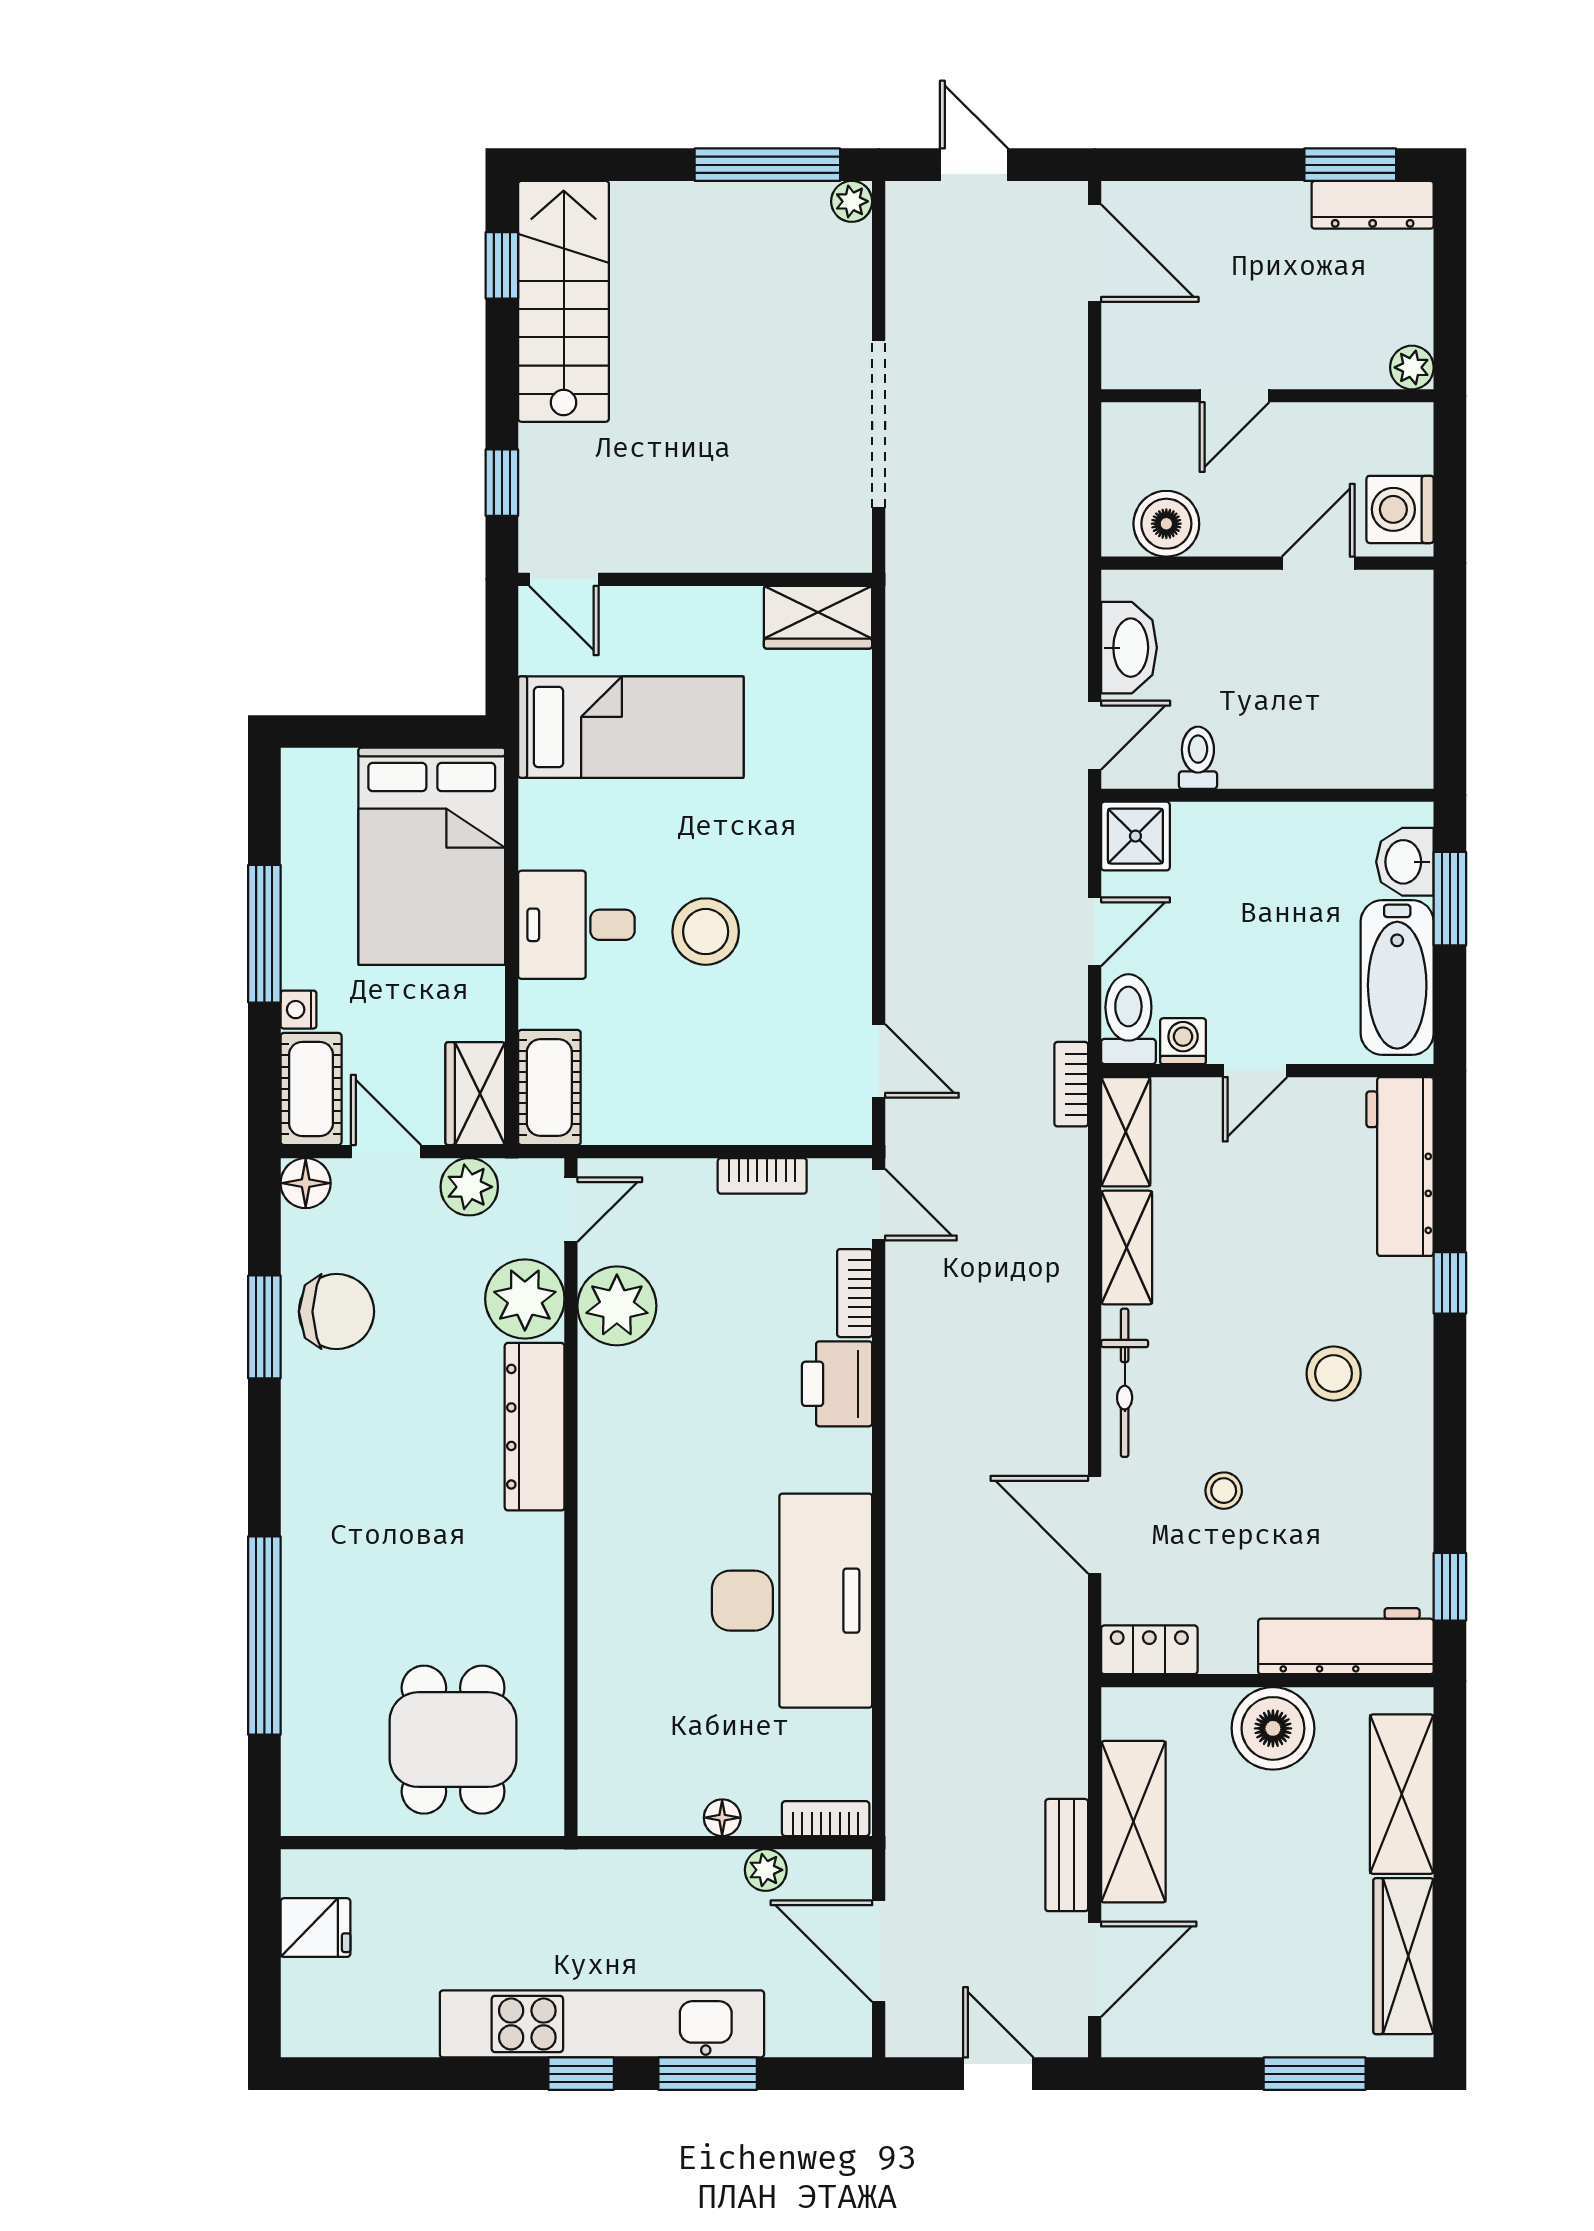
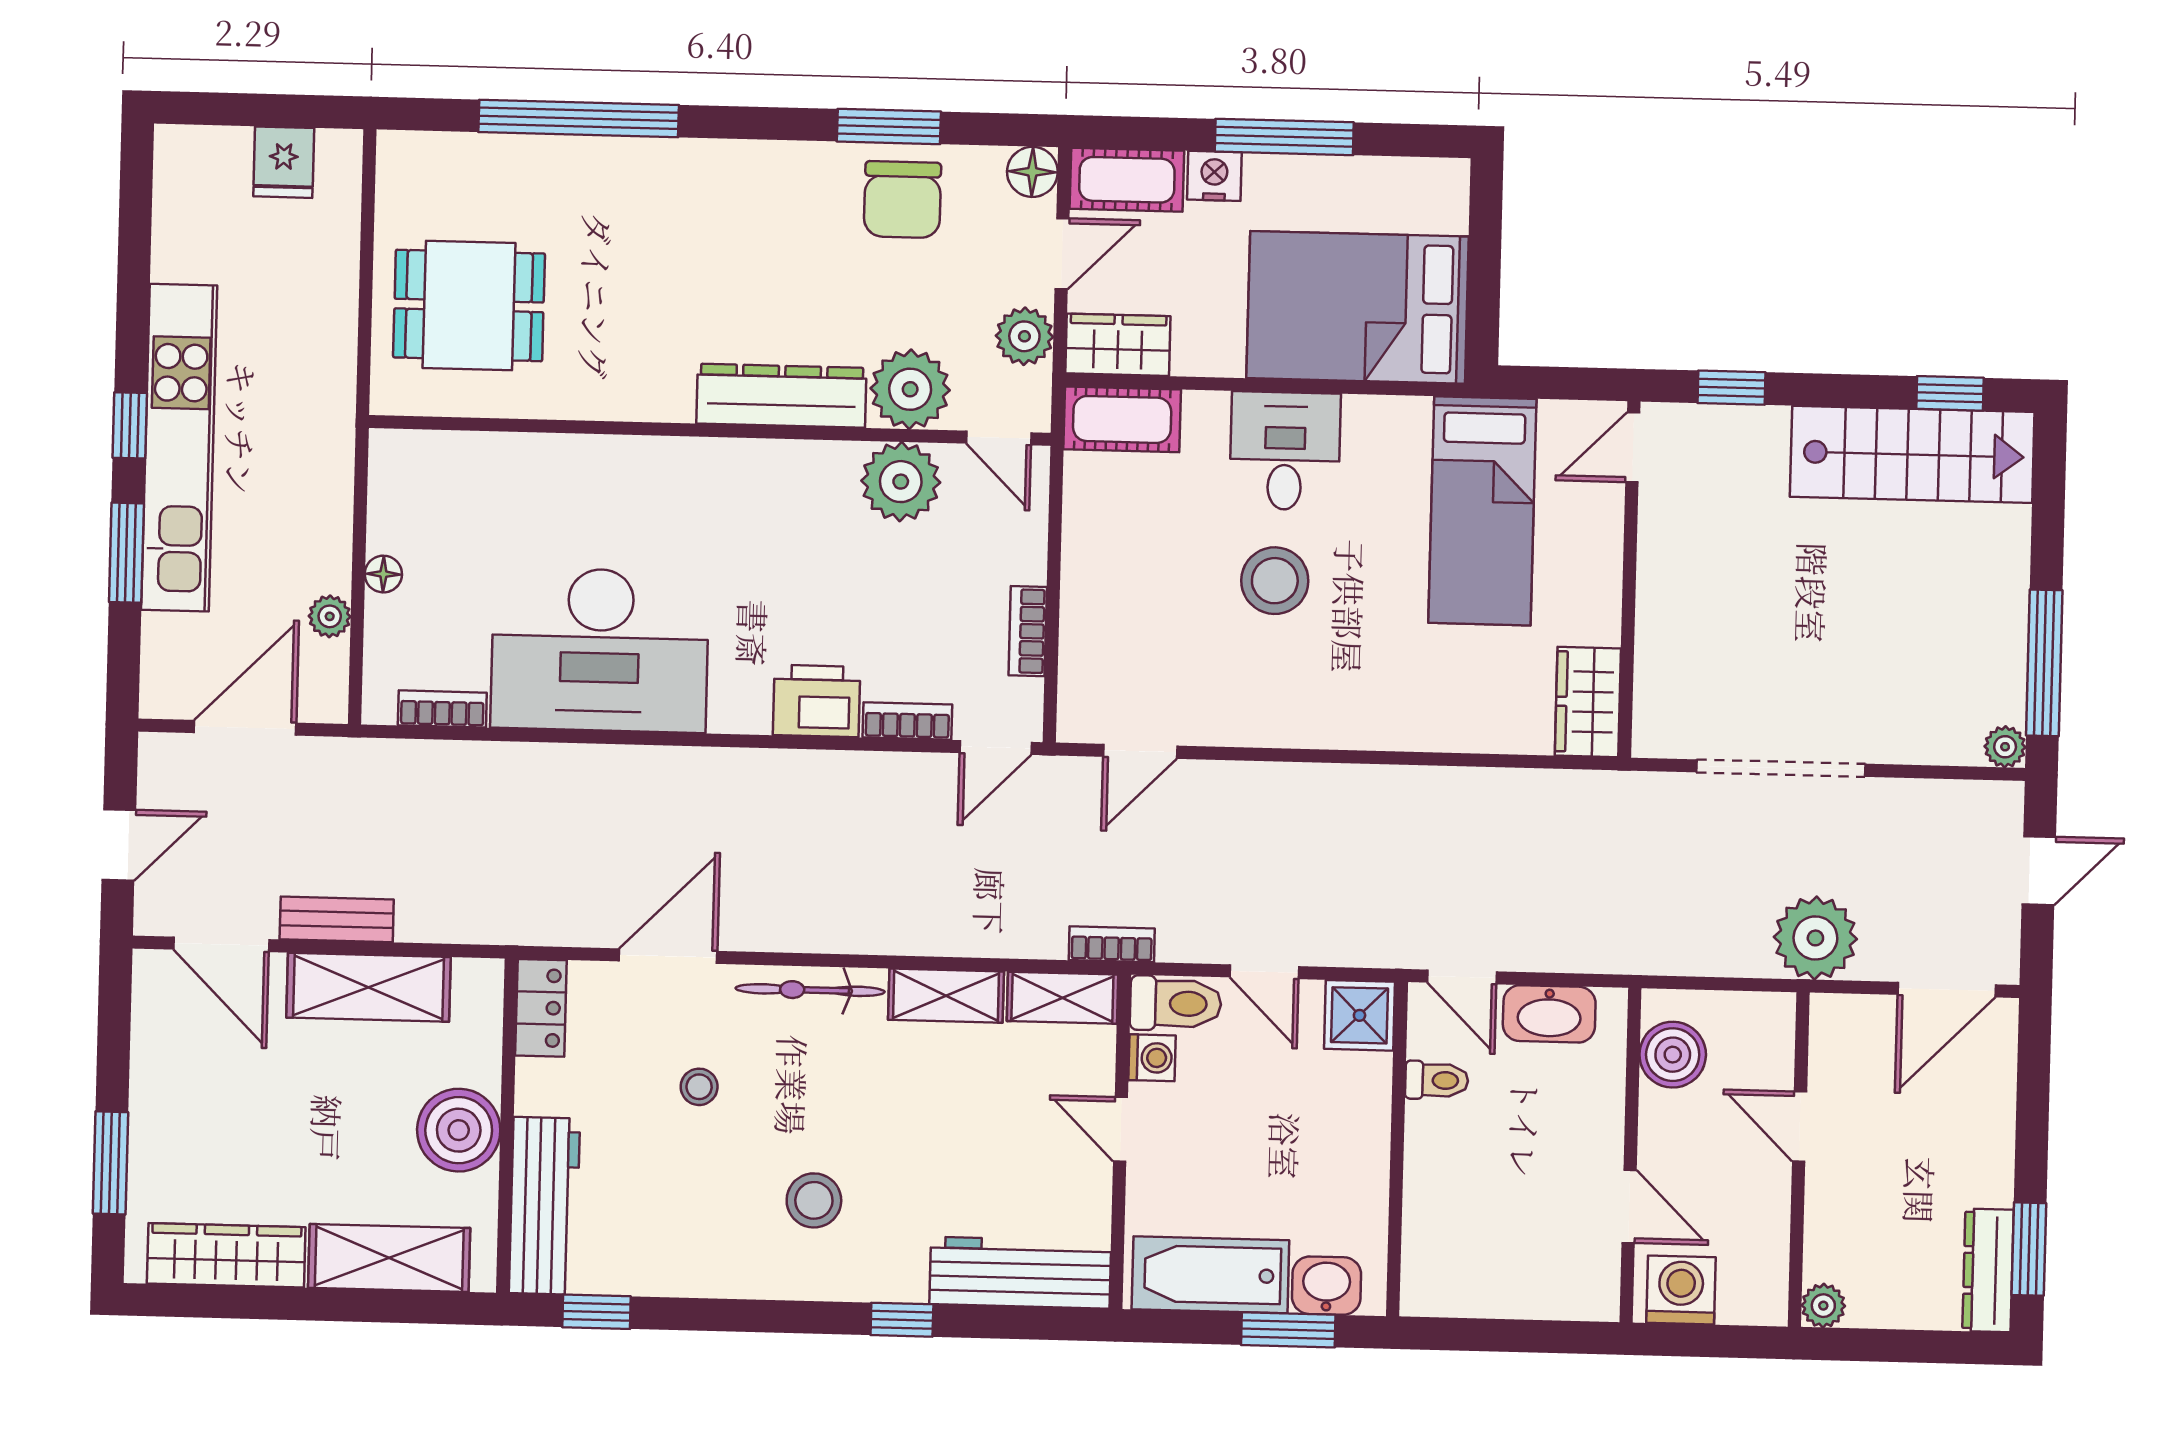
plant: (1047, 385) -> (1815, 938), added
nightstand: (299, 1010) -> (1214, 176), width x1.39, depth x1.35
bookcase: (826, 1819) -> (442, 709), moved, turned -90

